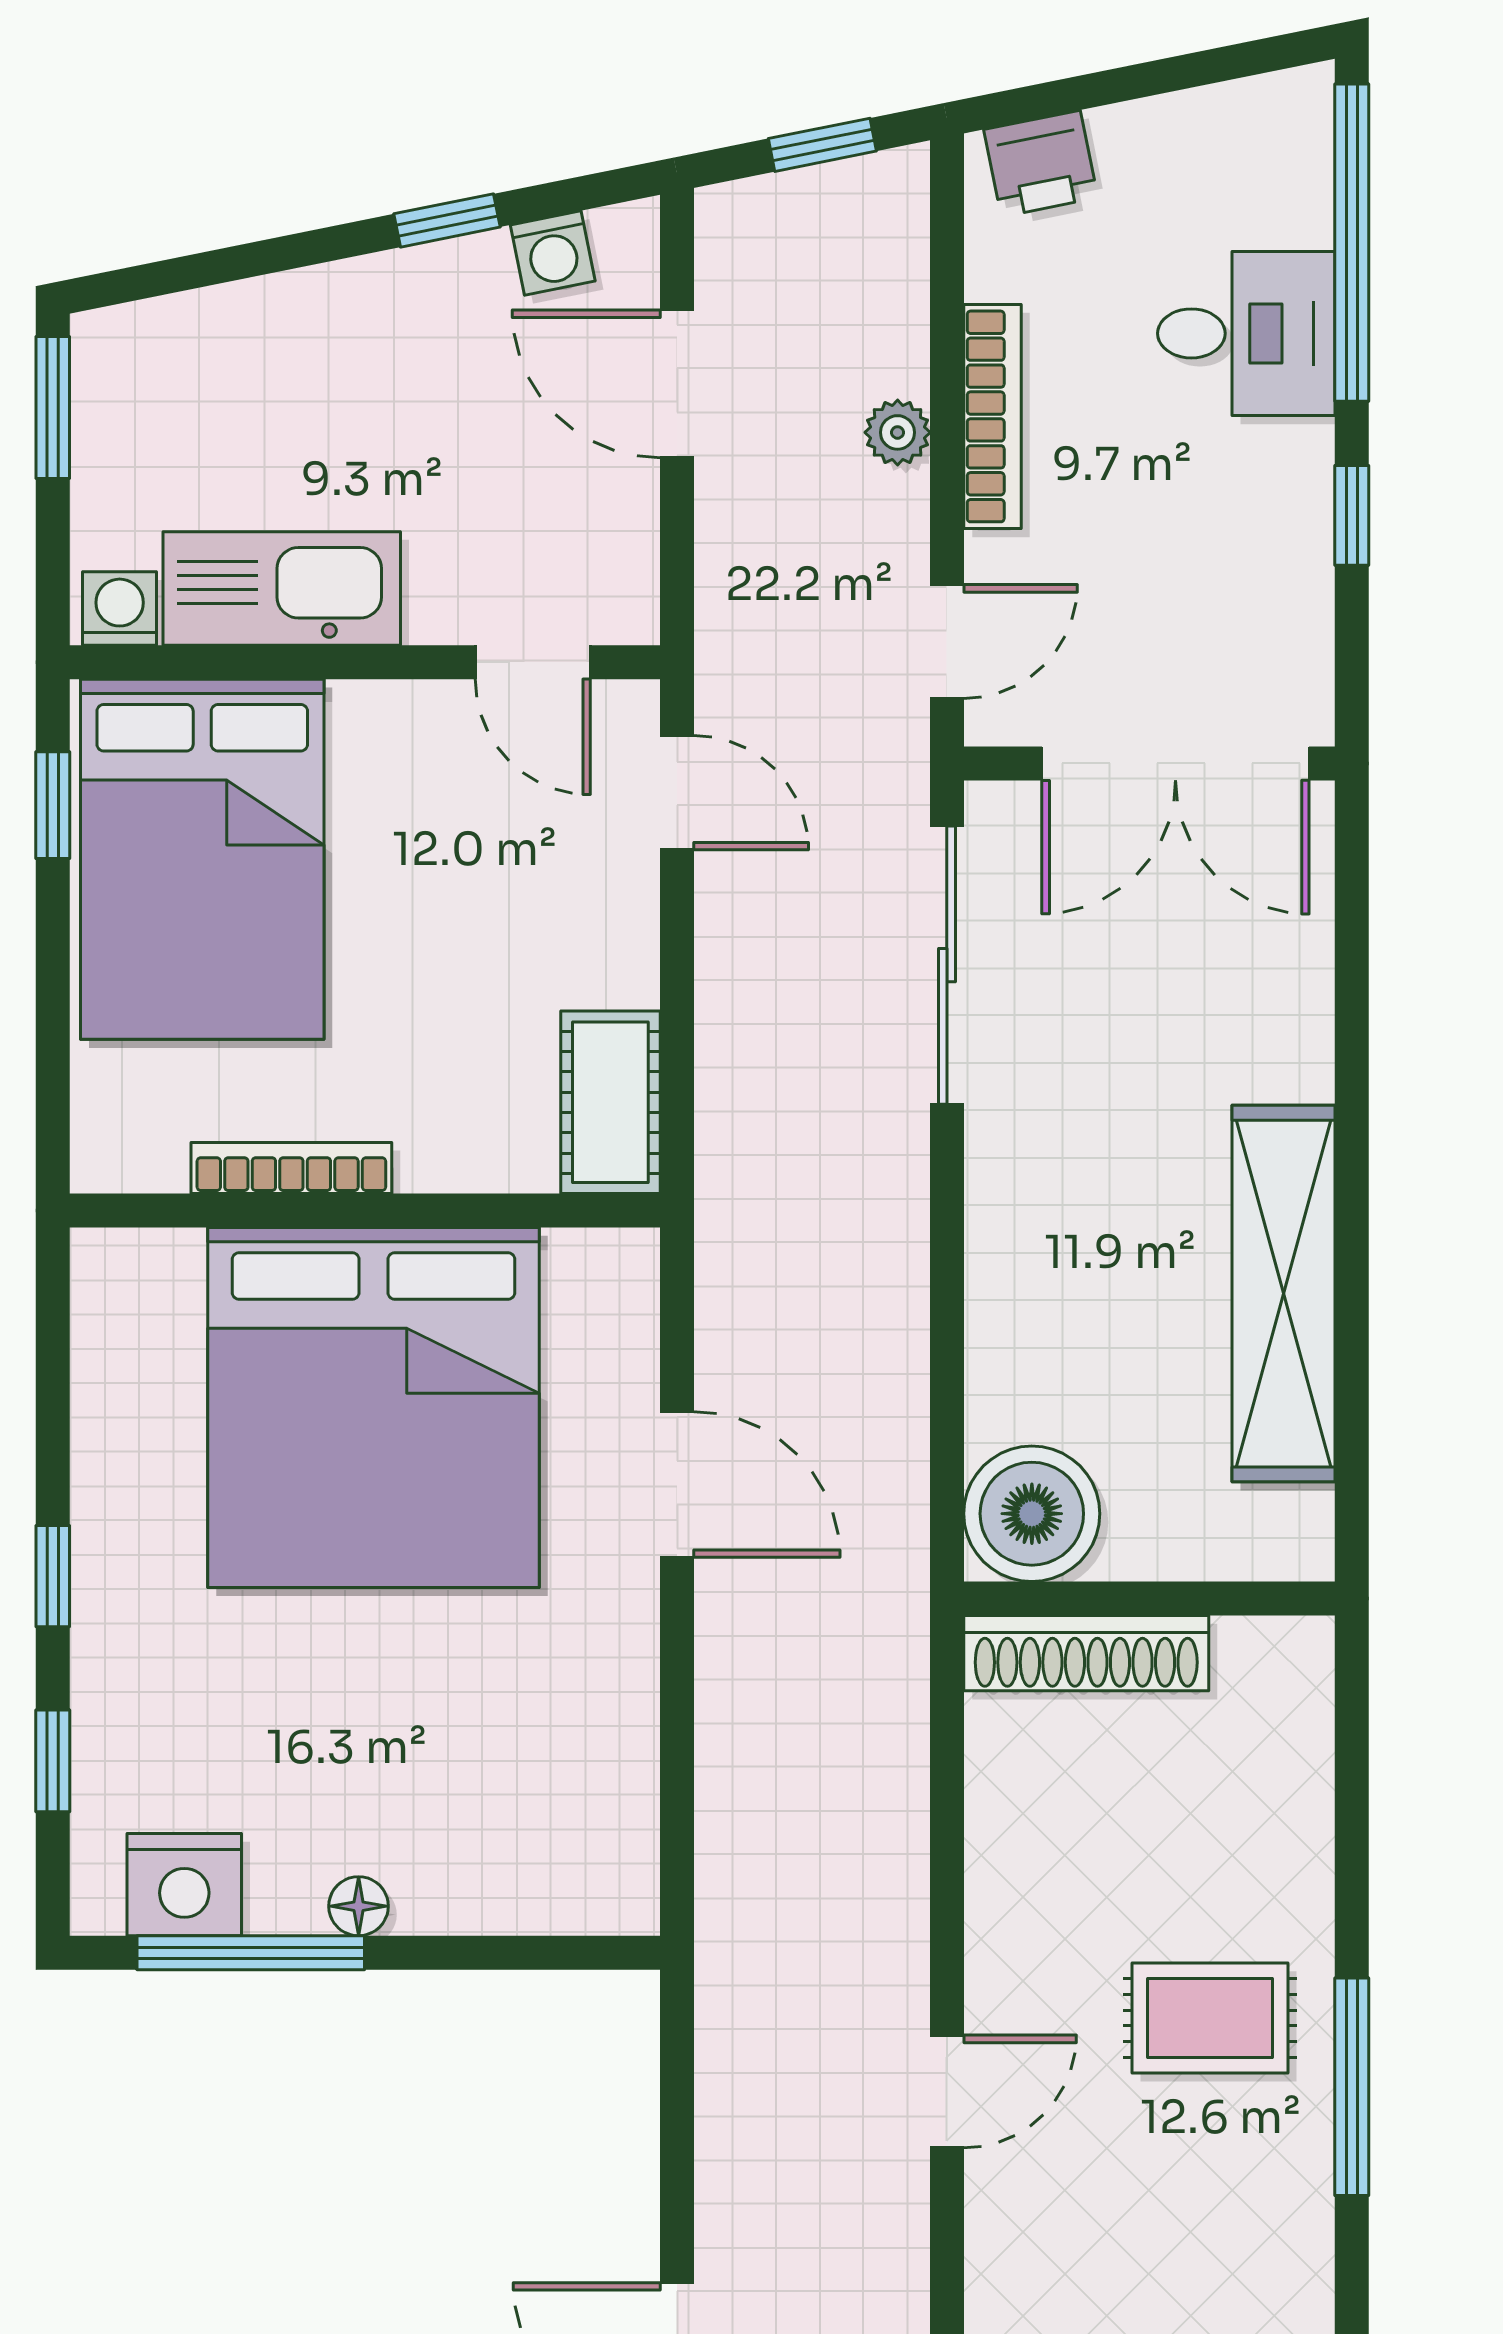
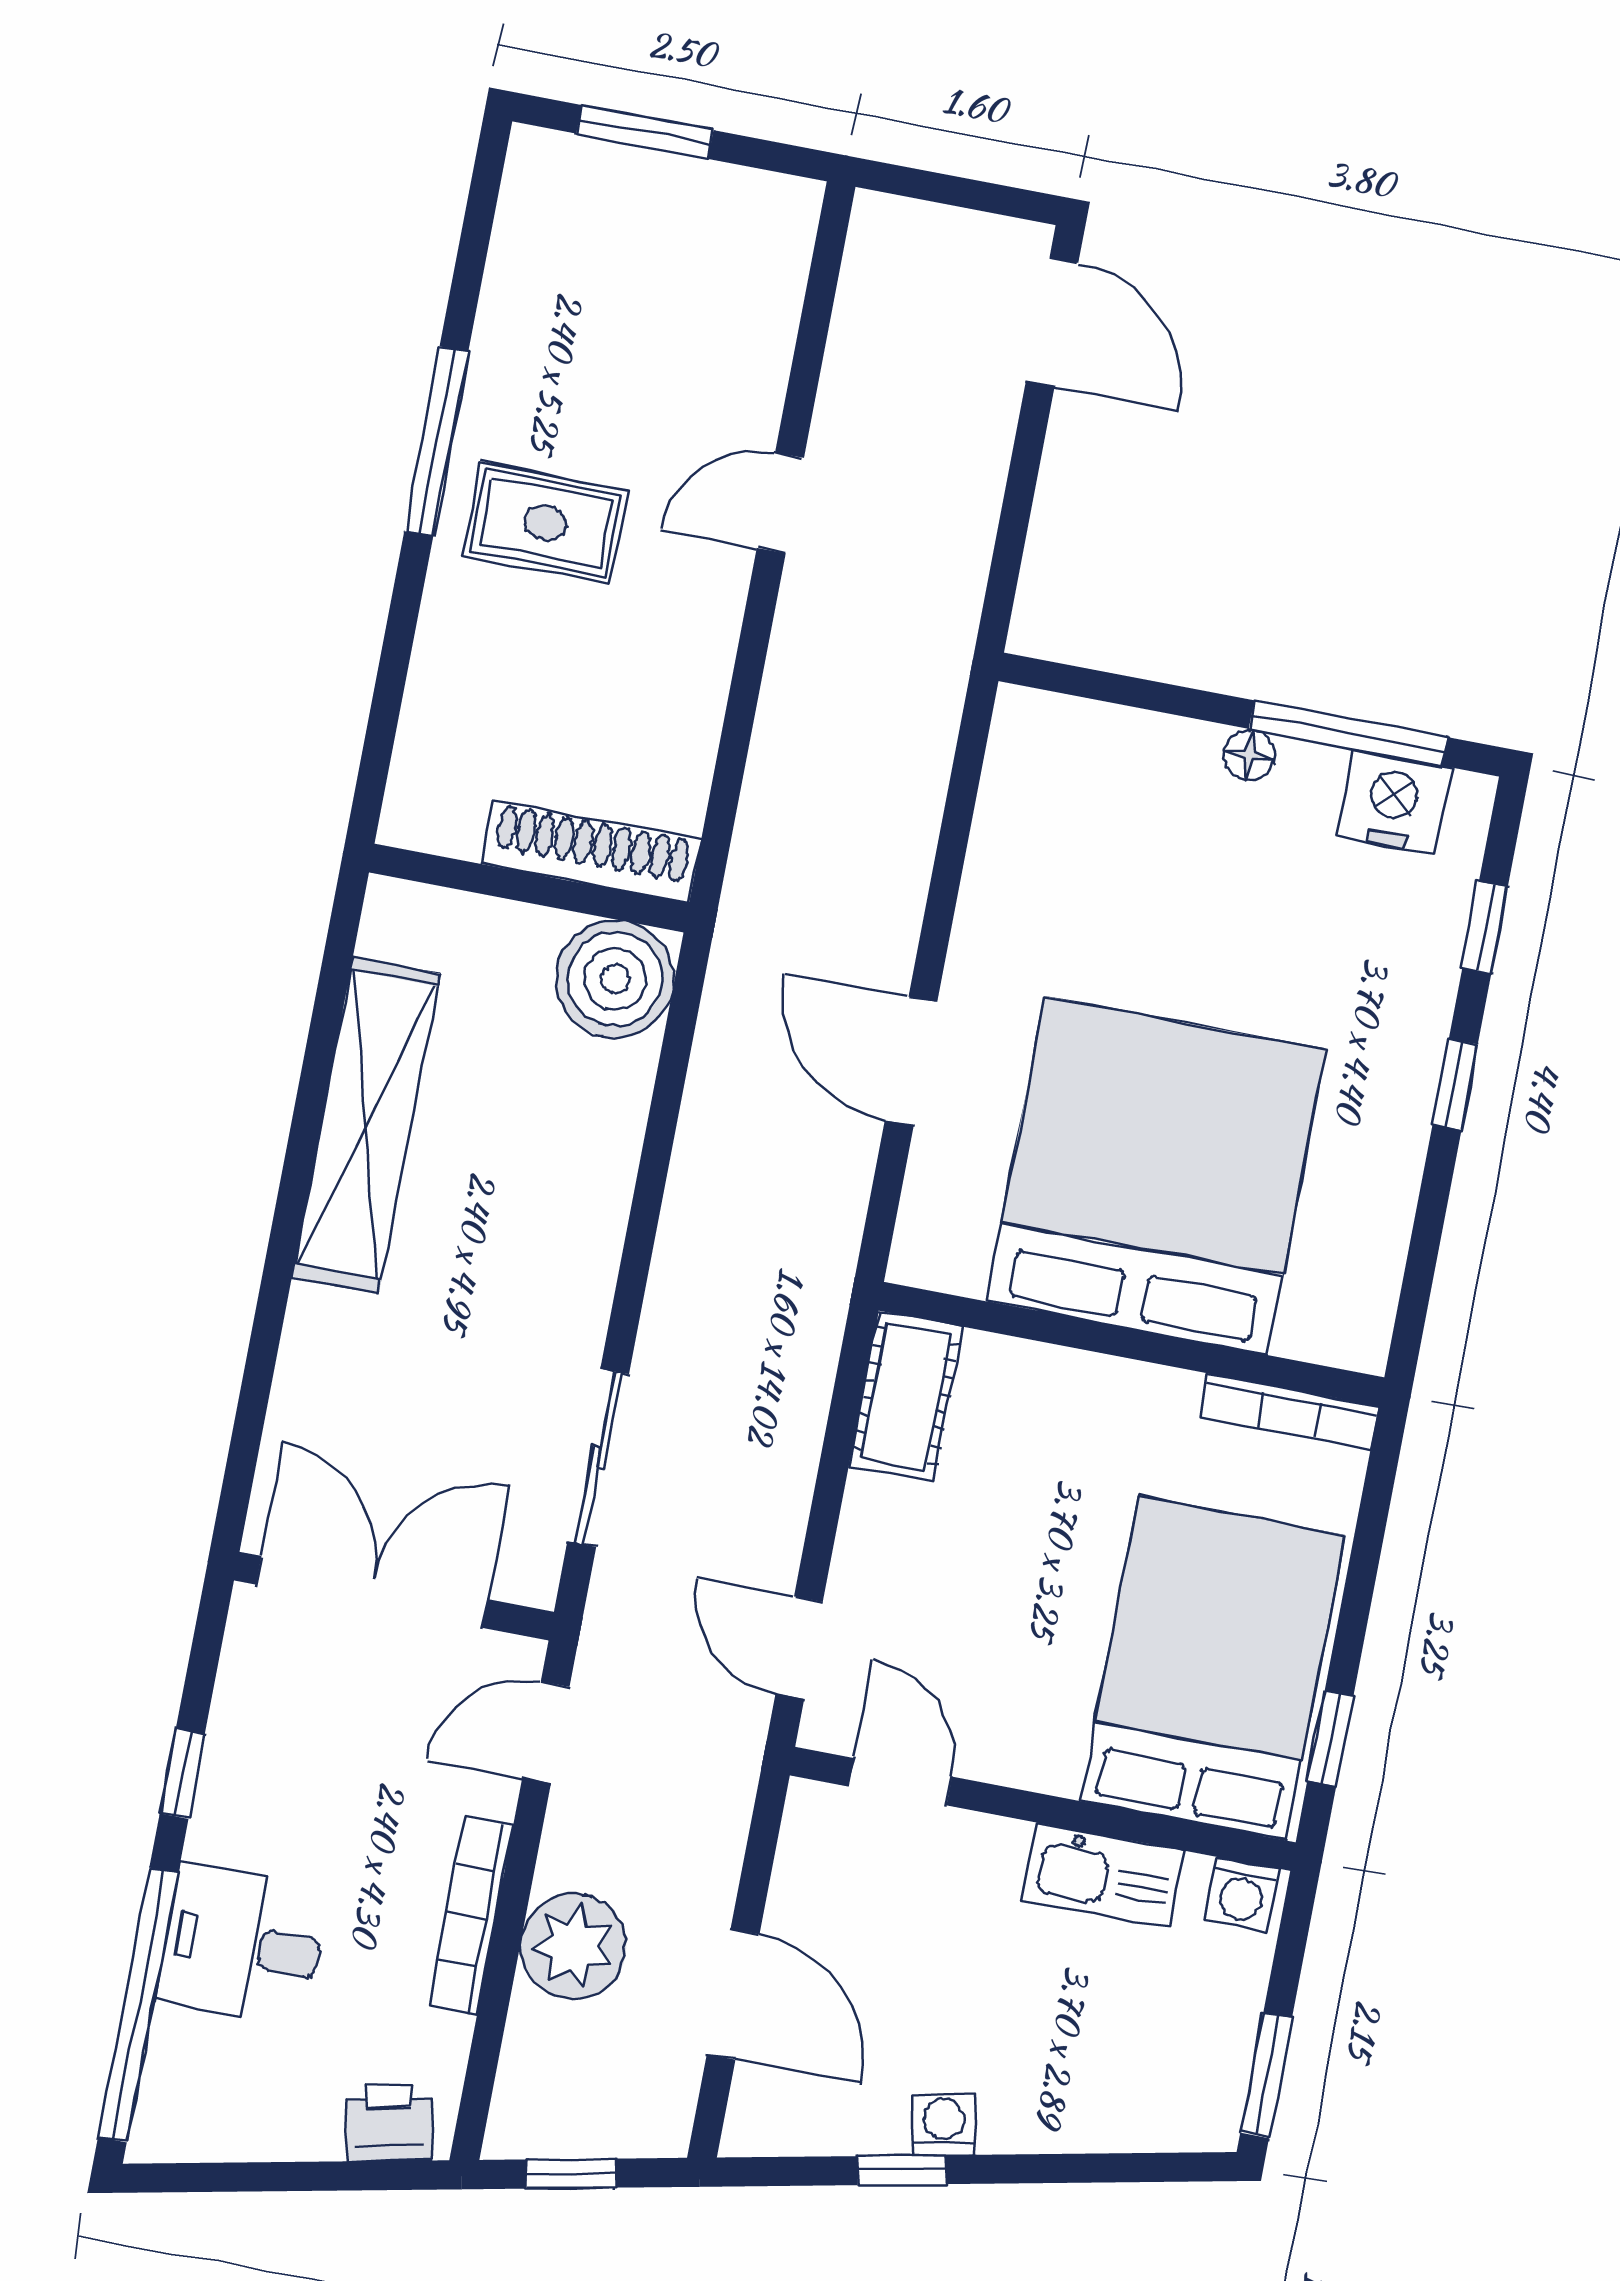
washing machine: (553, 253) -> (944, 2124), moved
plant: (898, 432) -> (574, 1946), width x1.88, depth x1.88
kitchen sink: (282, 588) -> (1103, 1875), width x0.73, depth x0.81
sliding door: (947, 965) -> (598, 1458), width x0.73
bookcase: (291, 1168) -> (1290, 1412), moved

